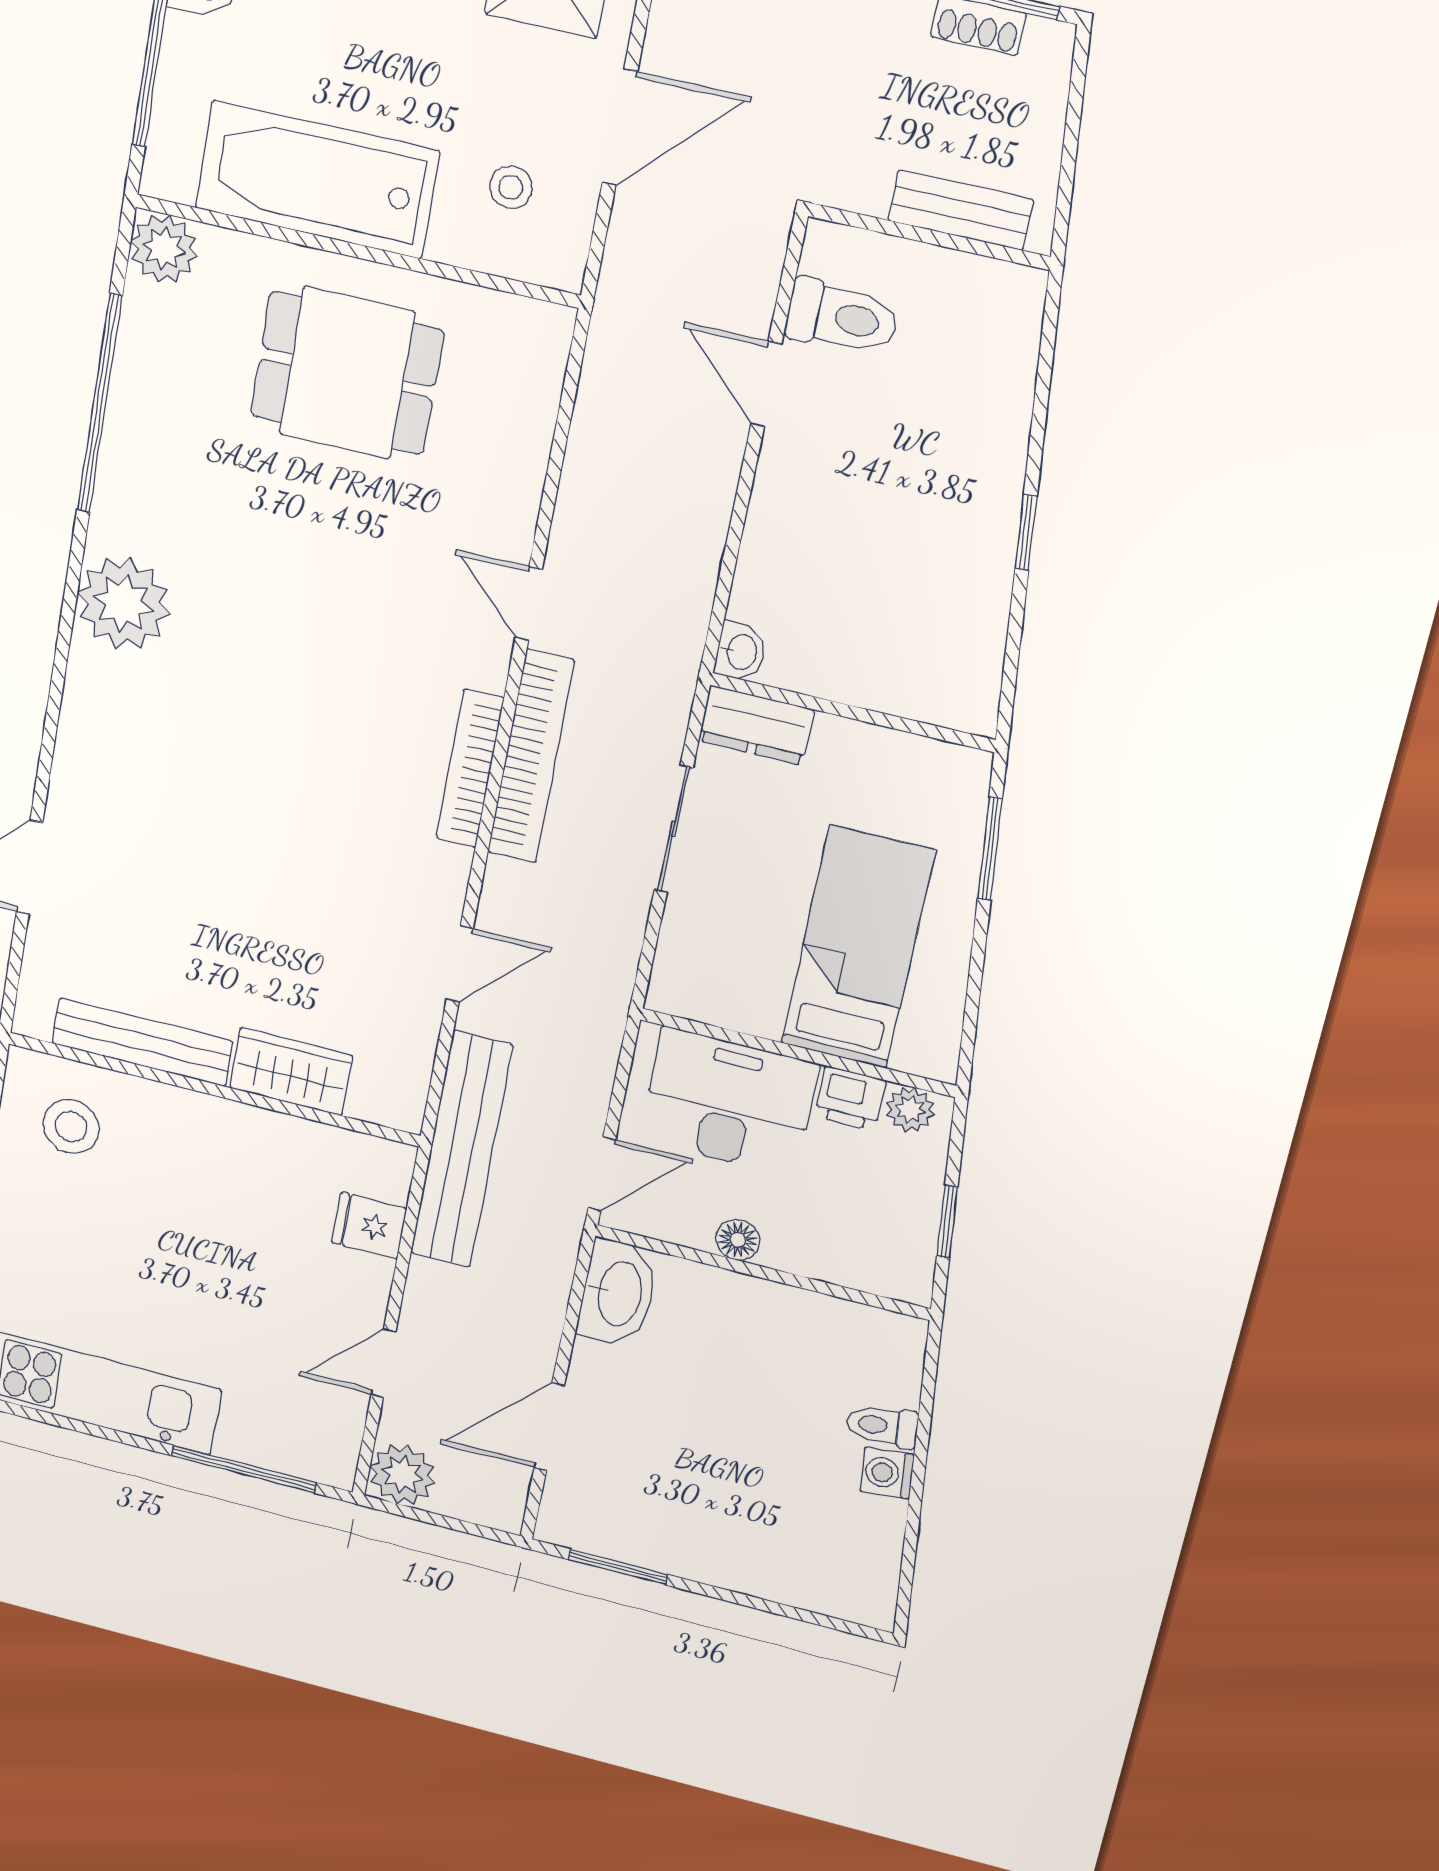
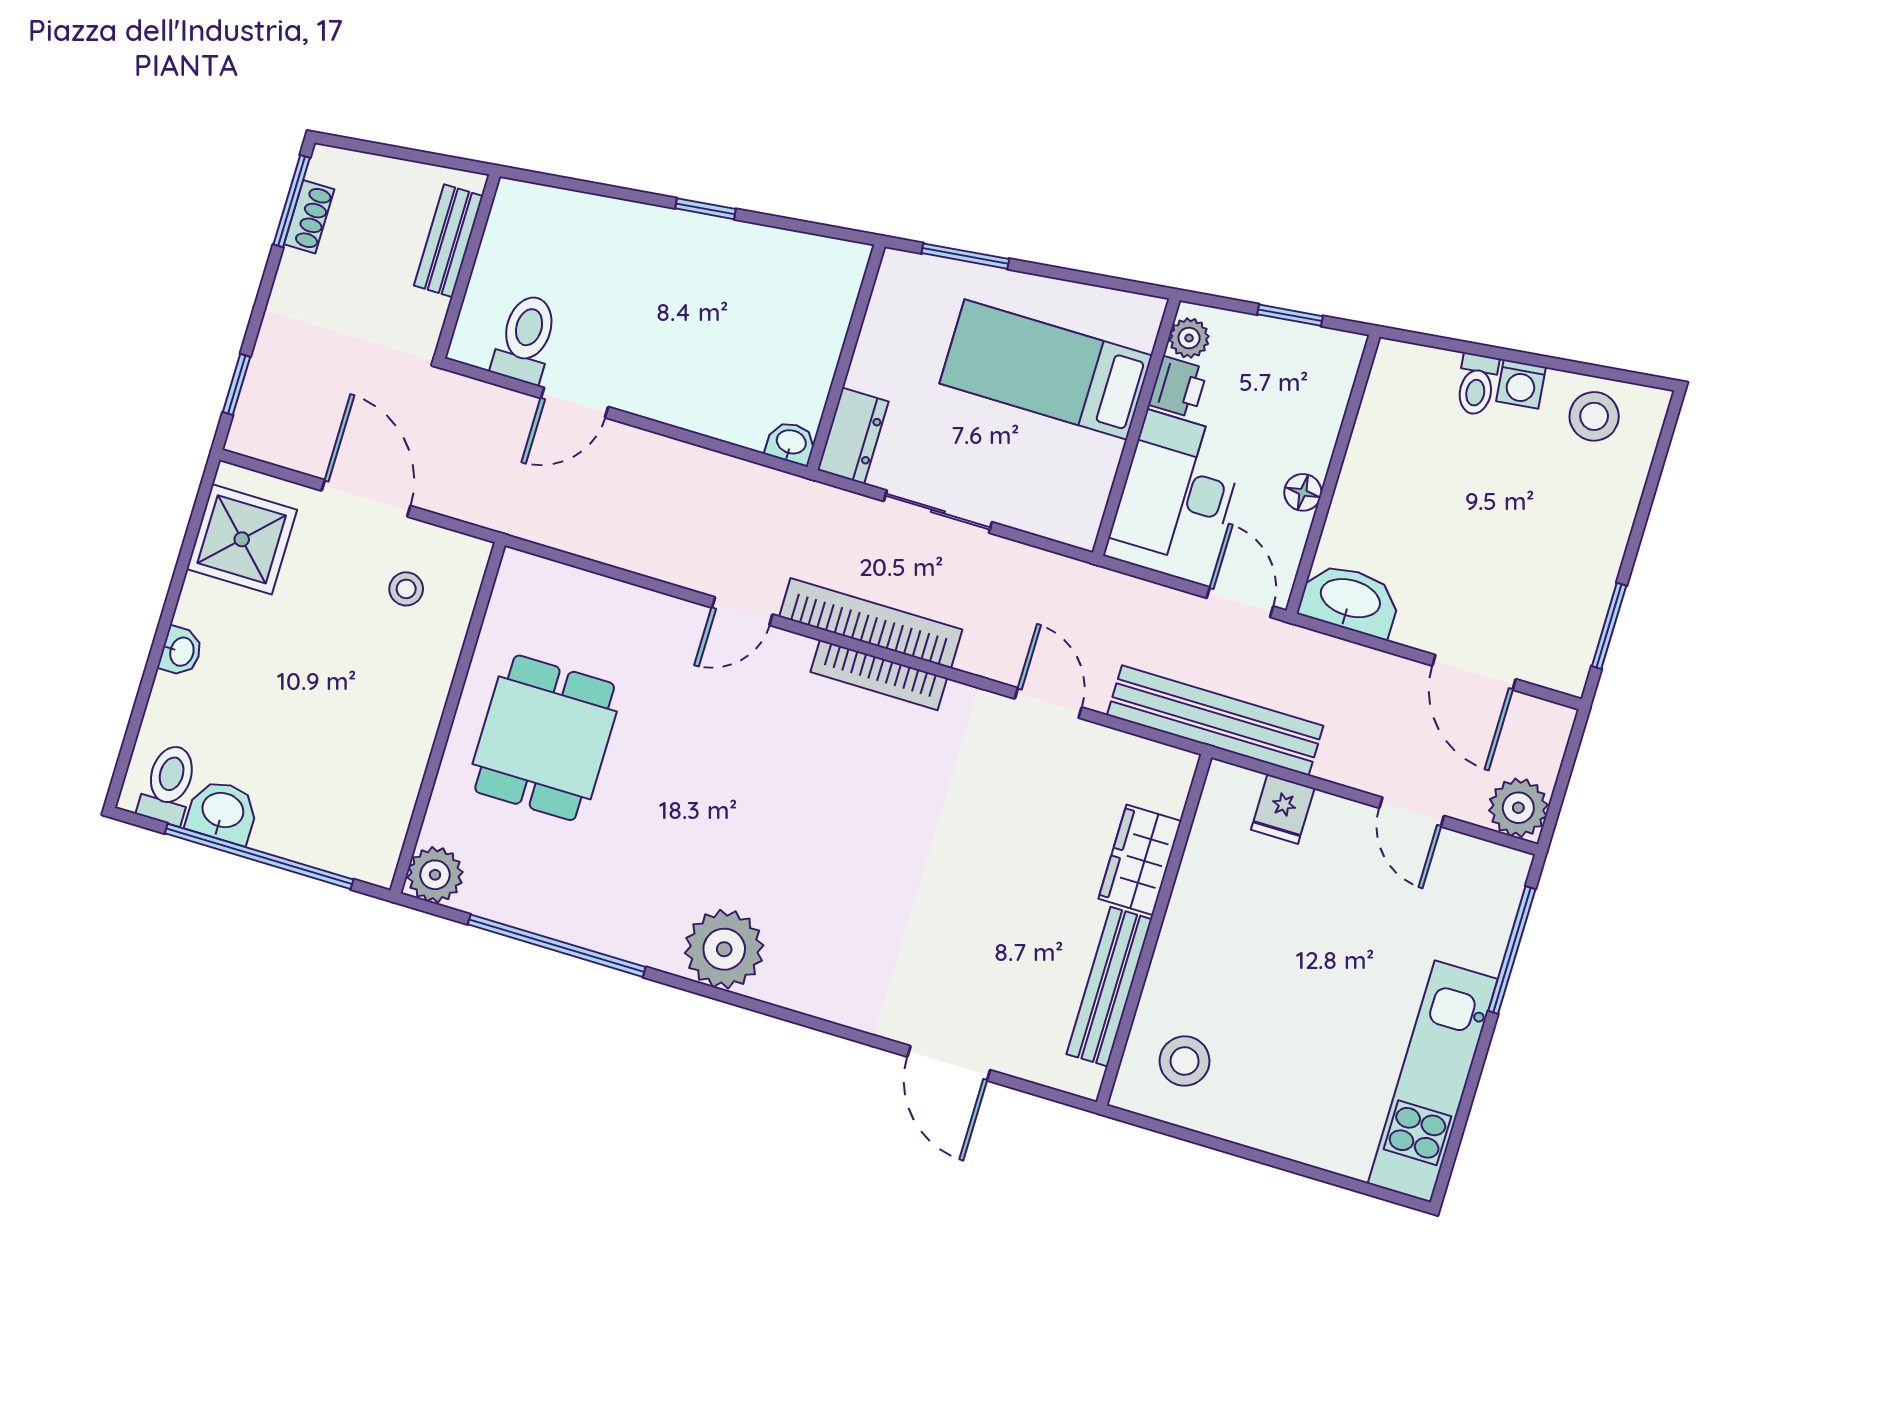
bathtub: (317, 180) -> (389, 743), removed
stool: (856, 1550) -> (1594, 416), added

